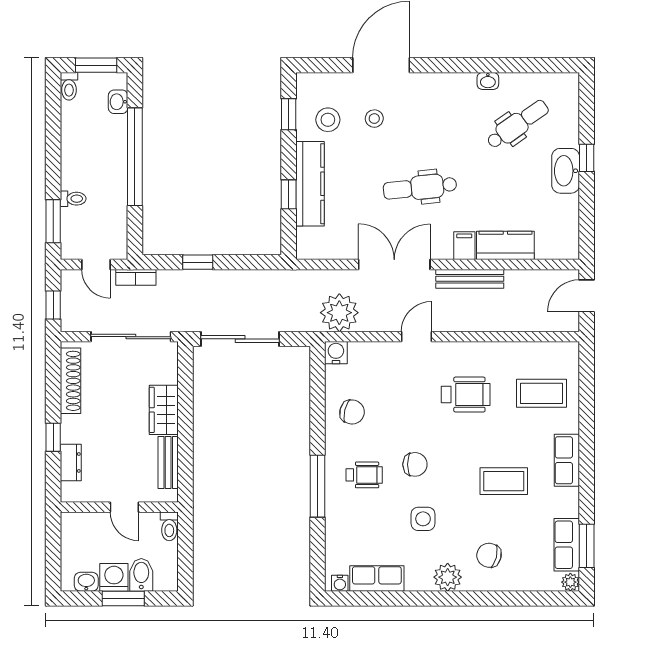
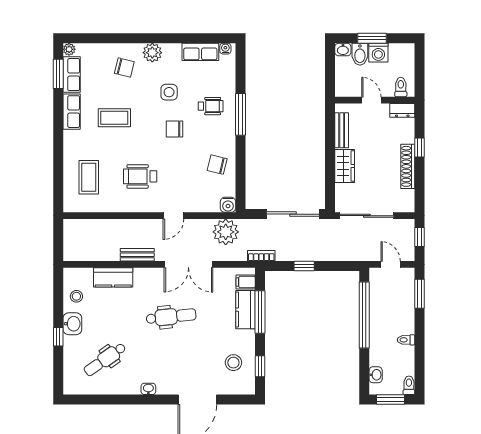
washbasin: (488, 81) -> (148, 389), moved
stool: (374, 119) -> (76, 296), moved
window: (135, 157) -> (364, 315), moved
washbasin: (566, 171) -> (72, 324), width x0.72
kitchen counter: (310, 184) -> (246, 310), width x0.67
window: (289, 194) -> (260, 312), width x2.17
toilet: (73, 199) -> (406, 340), moved
filing cabinet: (464, 246) -> (246, 282), moved, turned 90
window: (198, 262) -> (304, 266), moved
bookcase: (136, 277) -> (261, 256), moved
bench: (470, 279) -> (137, 255), width x0.73
door: (587, 296) -> (58, 243), removed
shoe rack: (71, 381) -> (408, 166), moved
coffee table: (542, 393) -> (89, 177), turned 90
row of seats: (567, 460) -> (72, 112), moved
dresser: (71, 462) -> (402, 110), moved, turned -90
wheelchair: (364, 475) -> (211, 106), moved, turned 180
toilet: (169, 526) -> (401, 87), moved
washbasin: (86, 582) -> (343, 50), moved

